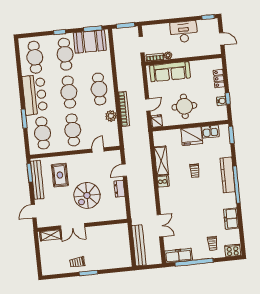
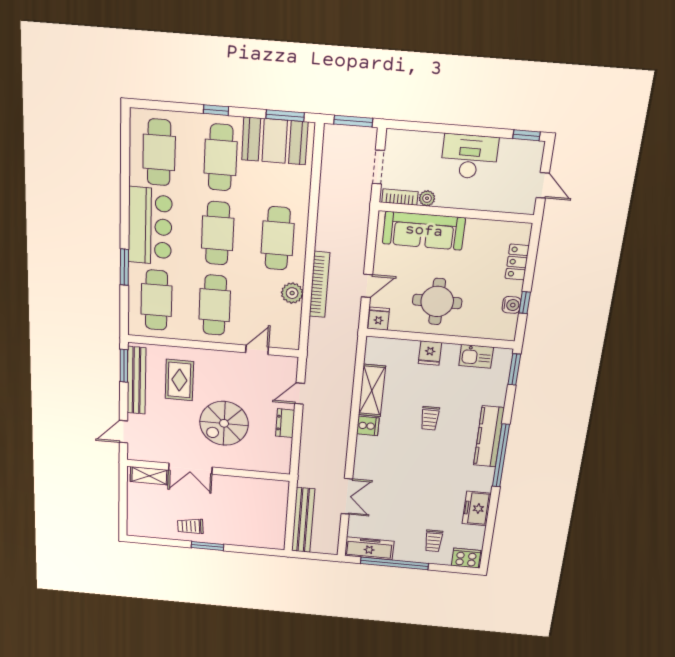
fridge: (192, 136) -> (430, 353), width x0.53, depth x0.75

